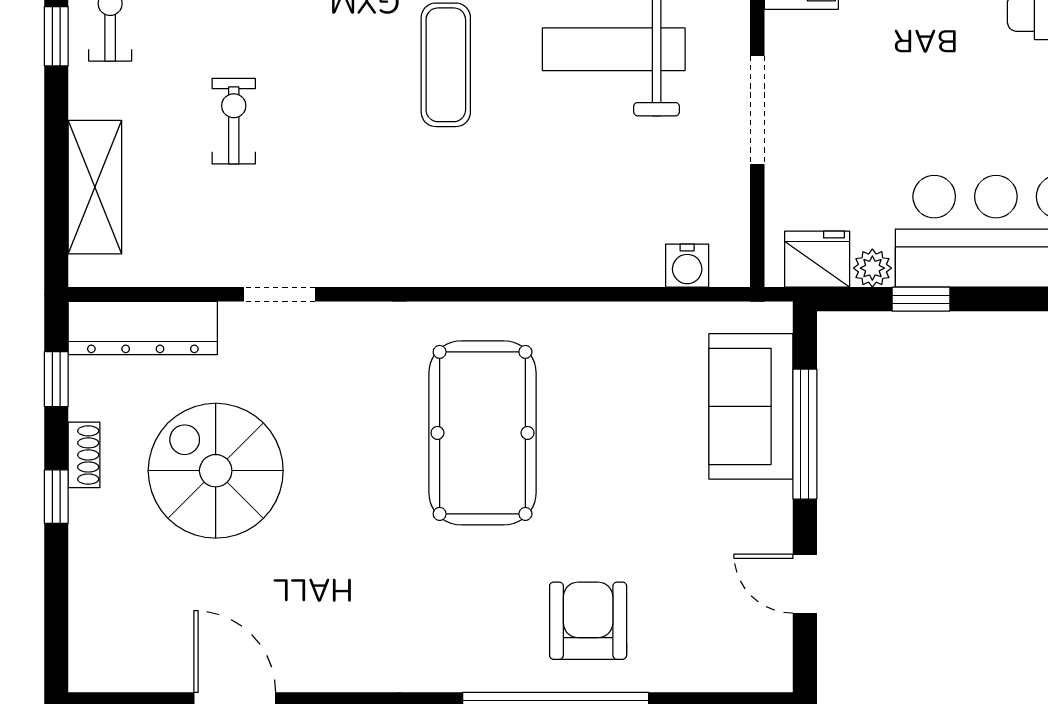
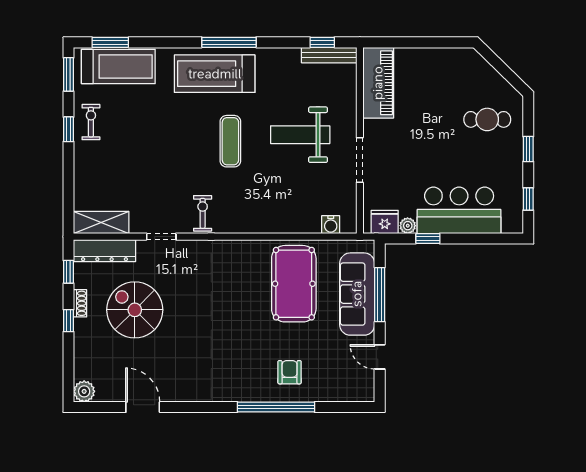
exercise bike: (234, 121) -> (203, 213), moved
shelving: (95, 187) -> (101, 222), moved, turned 90
sofa: (751, 406) -> (357, 294), width x1.36
pool table: (483, 433) -> (294, 284), moved
armchair: (588, 621) -> (290, 372), width x0.72, depth x0.72
plant: (94, 667) -> (84, 391), added

